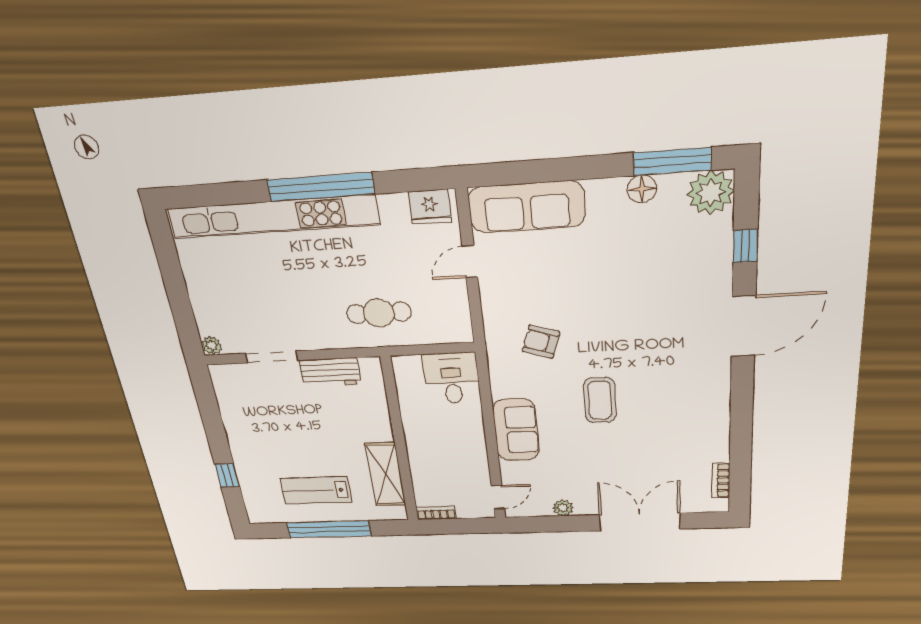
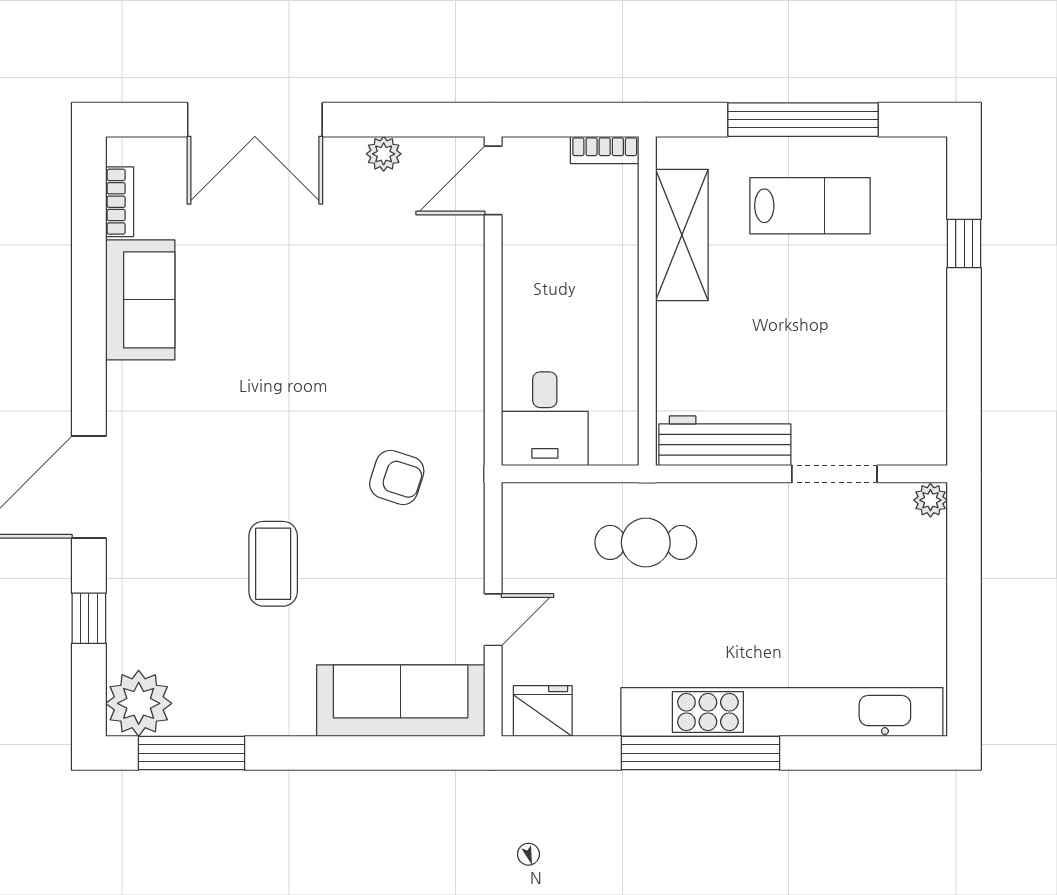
floor lamp: (642, 189) -> (235, 716), removed
workbench: (330, 372) -> (725, 441), width x1.37
coffee table: (600, 400) -> (273, 564), moved
sofa: (516, 430) -> (140, 300), moved, turned 180
door: (498, 497) -> (493, 180), width x1.37

